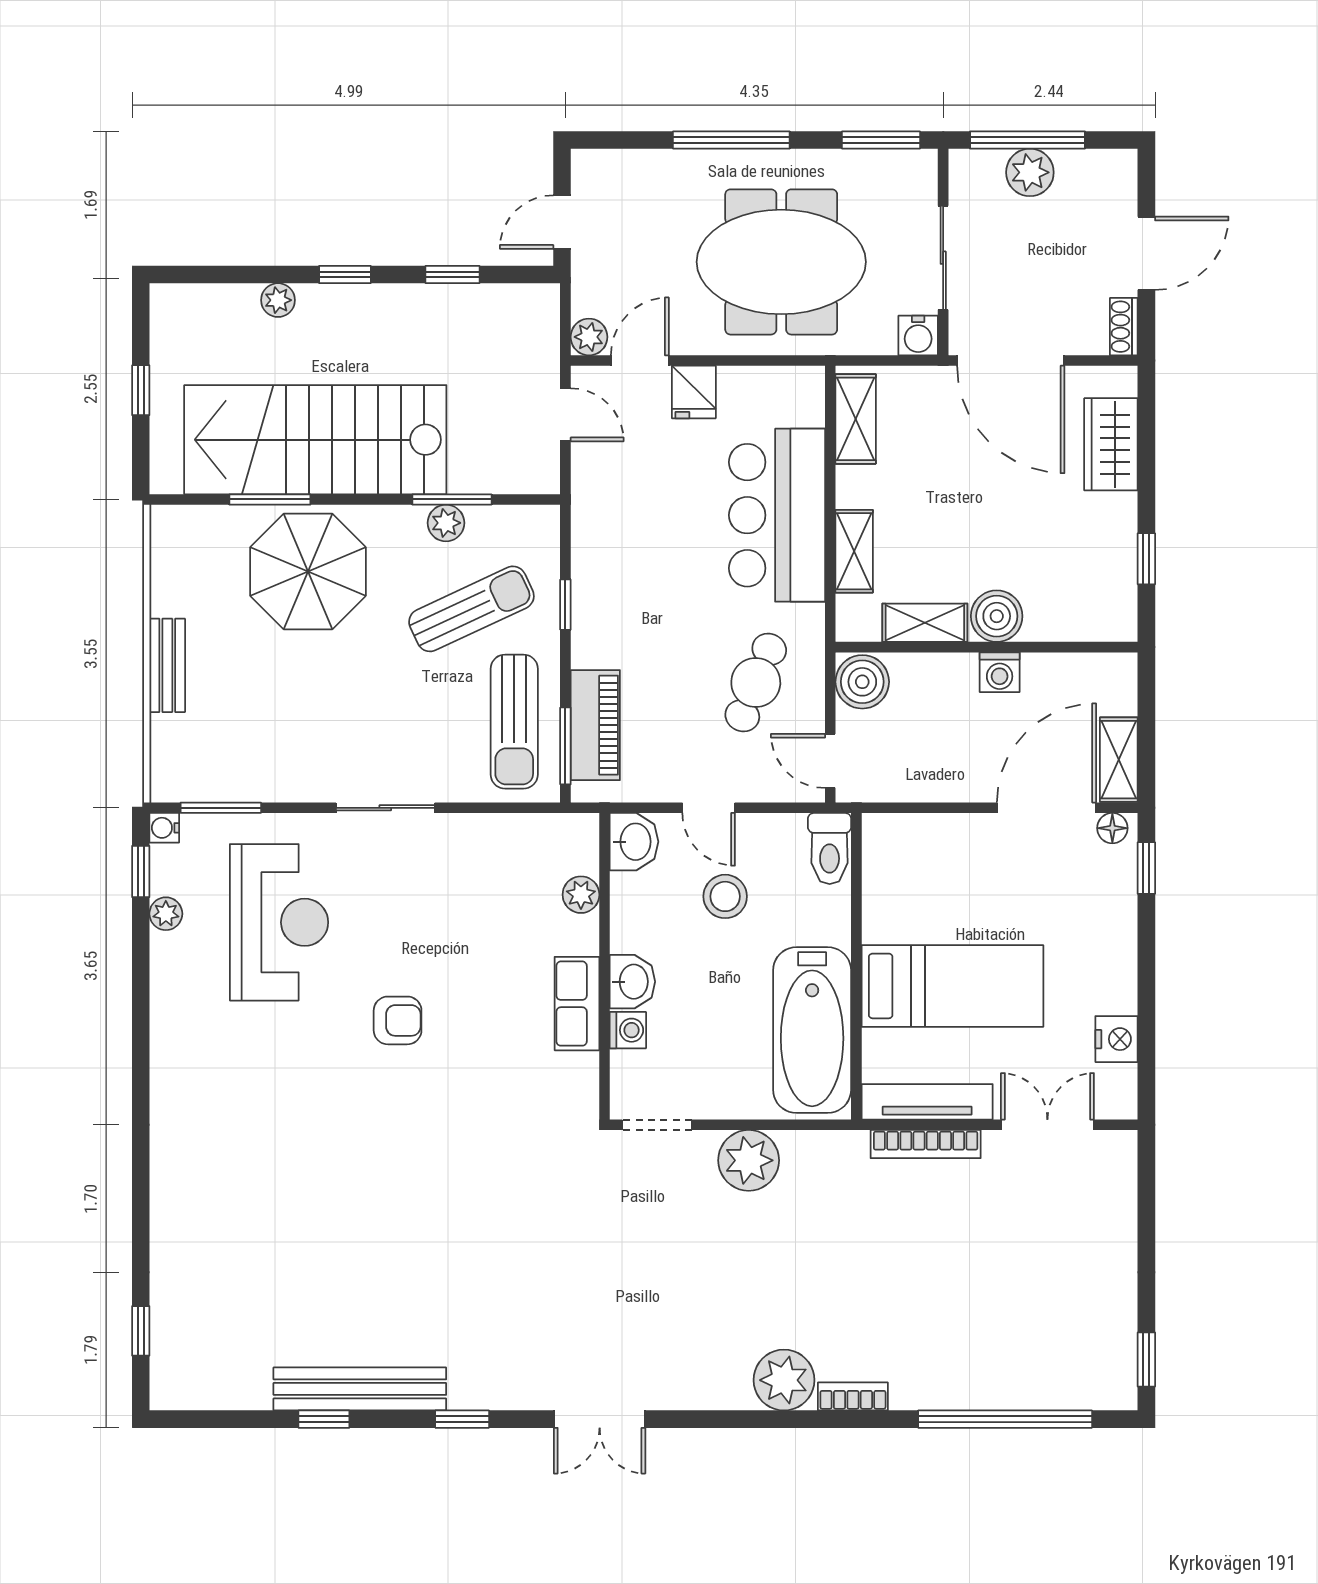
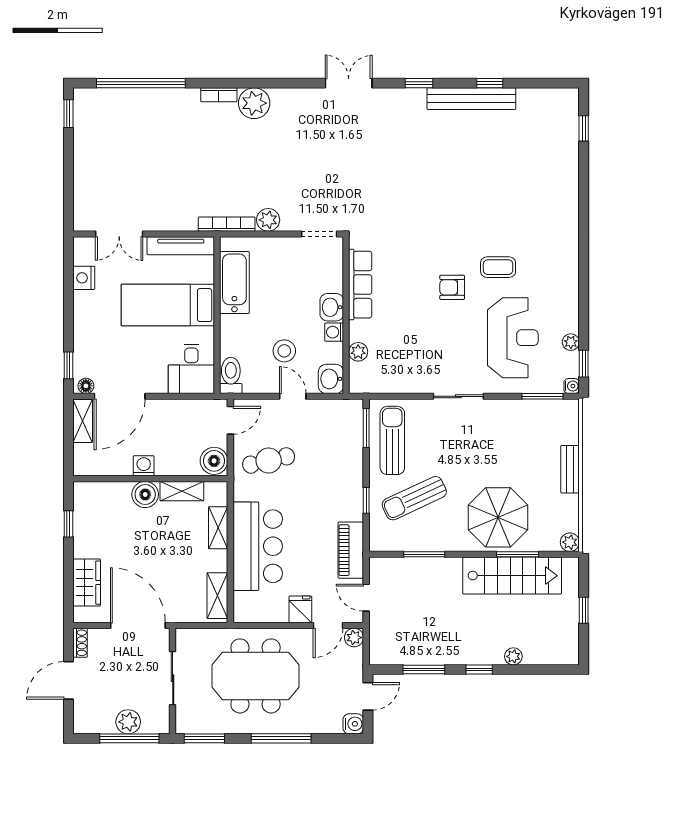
window: (453, 275) -> (424, 669), width x1.50
water cooler: (918, 336) -> (353, 724), moved, turned 90
stairs: (315, 440) -> (512, 576), width x0.73, depth x0.66
plant: (446, 523) -> (570, 542), moved
cafe table: (756, 683) -> (269, 460), turned 55
piano: (595, 725) -> (351, 550), moved
door: (830, 761) -> (230, 420), hinge flipped
desk: (906, 861) -> (191, 369), added
reception desk: (279, 922) -> (513, 338), turned 180
row of seats: (577, 1004) -> (360, 285), width x1.48
washing machine: (628, 1030) -> (334, 332), moved
bathtub: (812, 1030) -> (234, 282), width x0.73, depth x0.73
coffee table: (308, 1060) -> (498, 267), added
bookcase: (926, 1144) -> (227, 224), moved
plant: (749, 1160) -> (268, 220), width x0.73, depth x0.73

